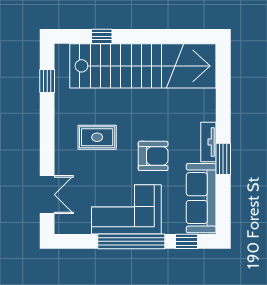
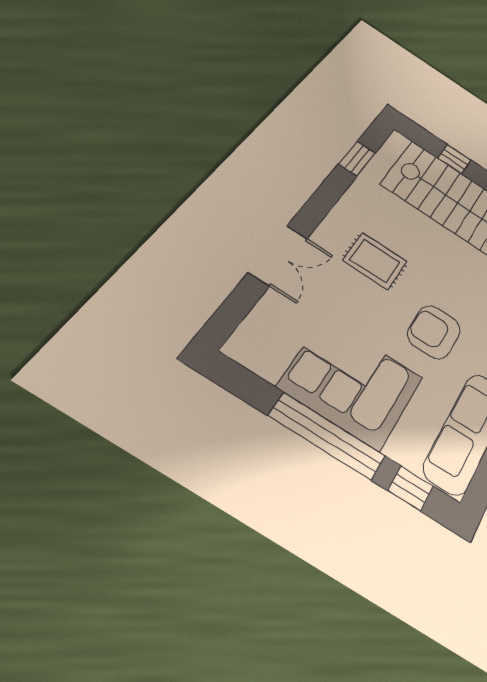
armchair: (153, 156) -> (434, 332), turned 180
double door: (47, 195) -> (278, 255), moved

